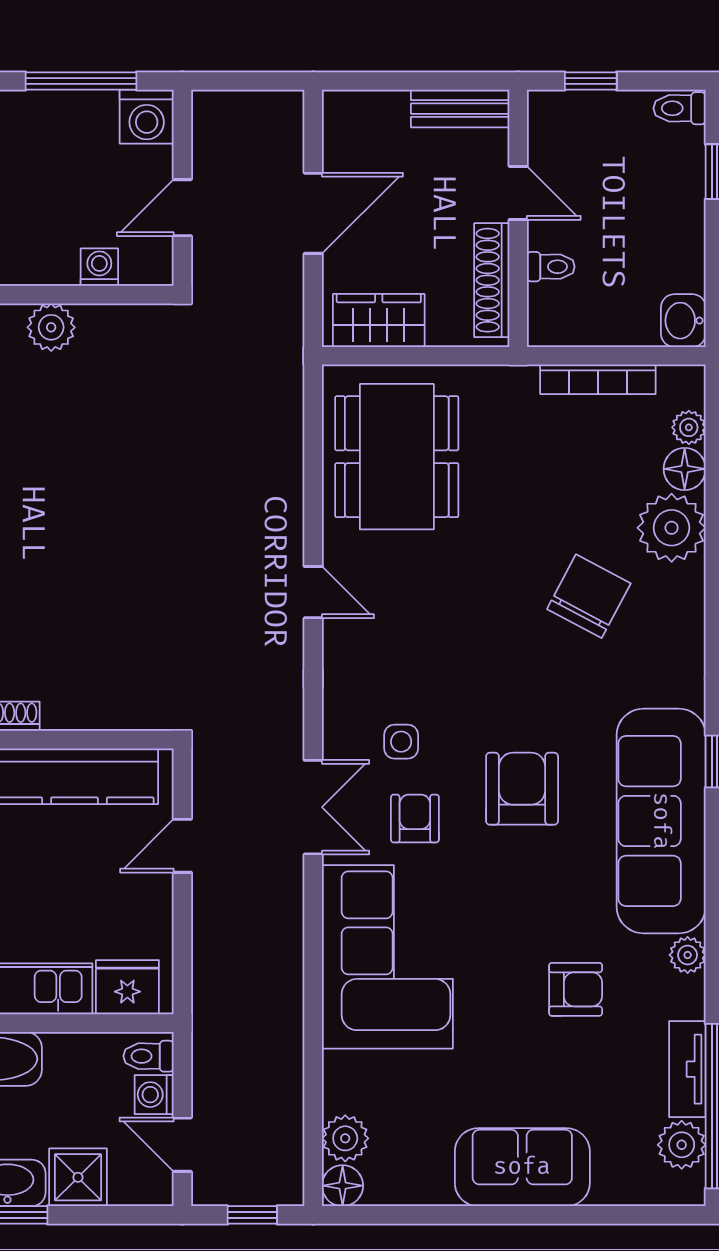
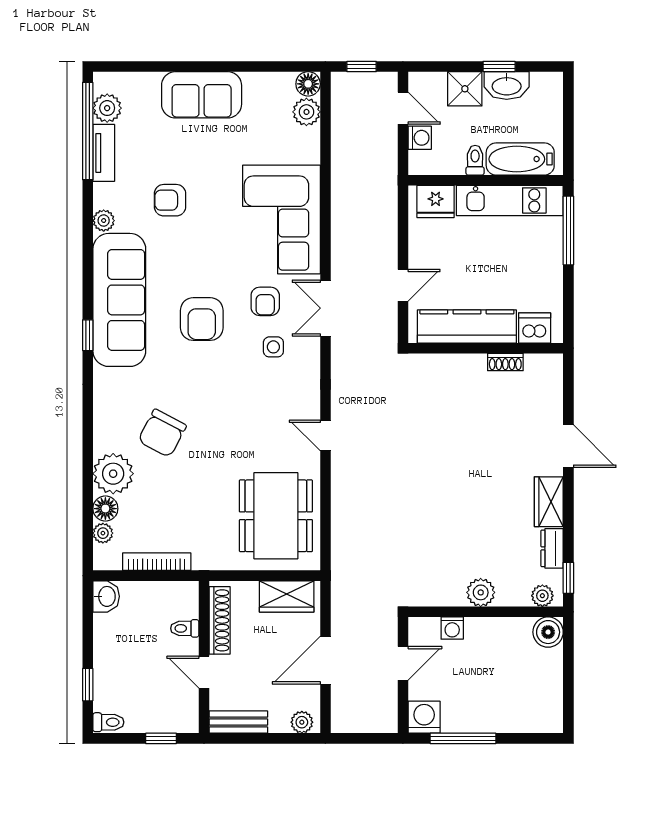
plant: (353, 108) -> (302, 722), added
toilet: (149, 1056) -> (475, 160), moved, turned -90

